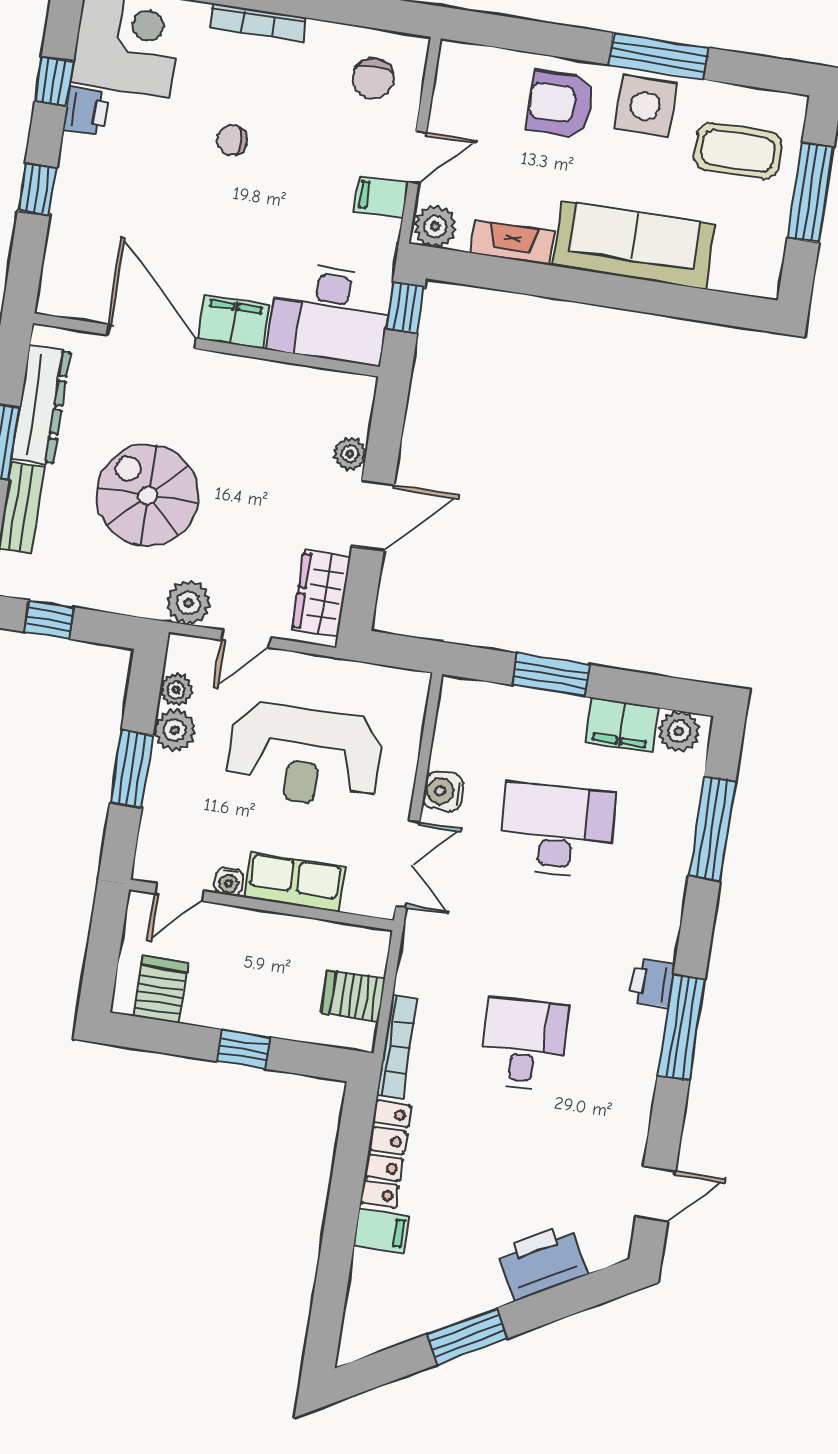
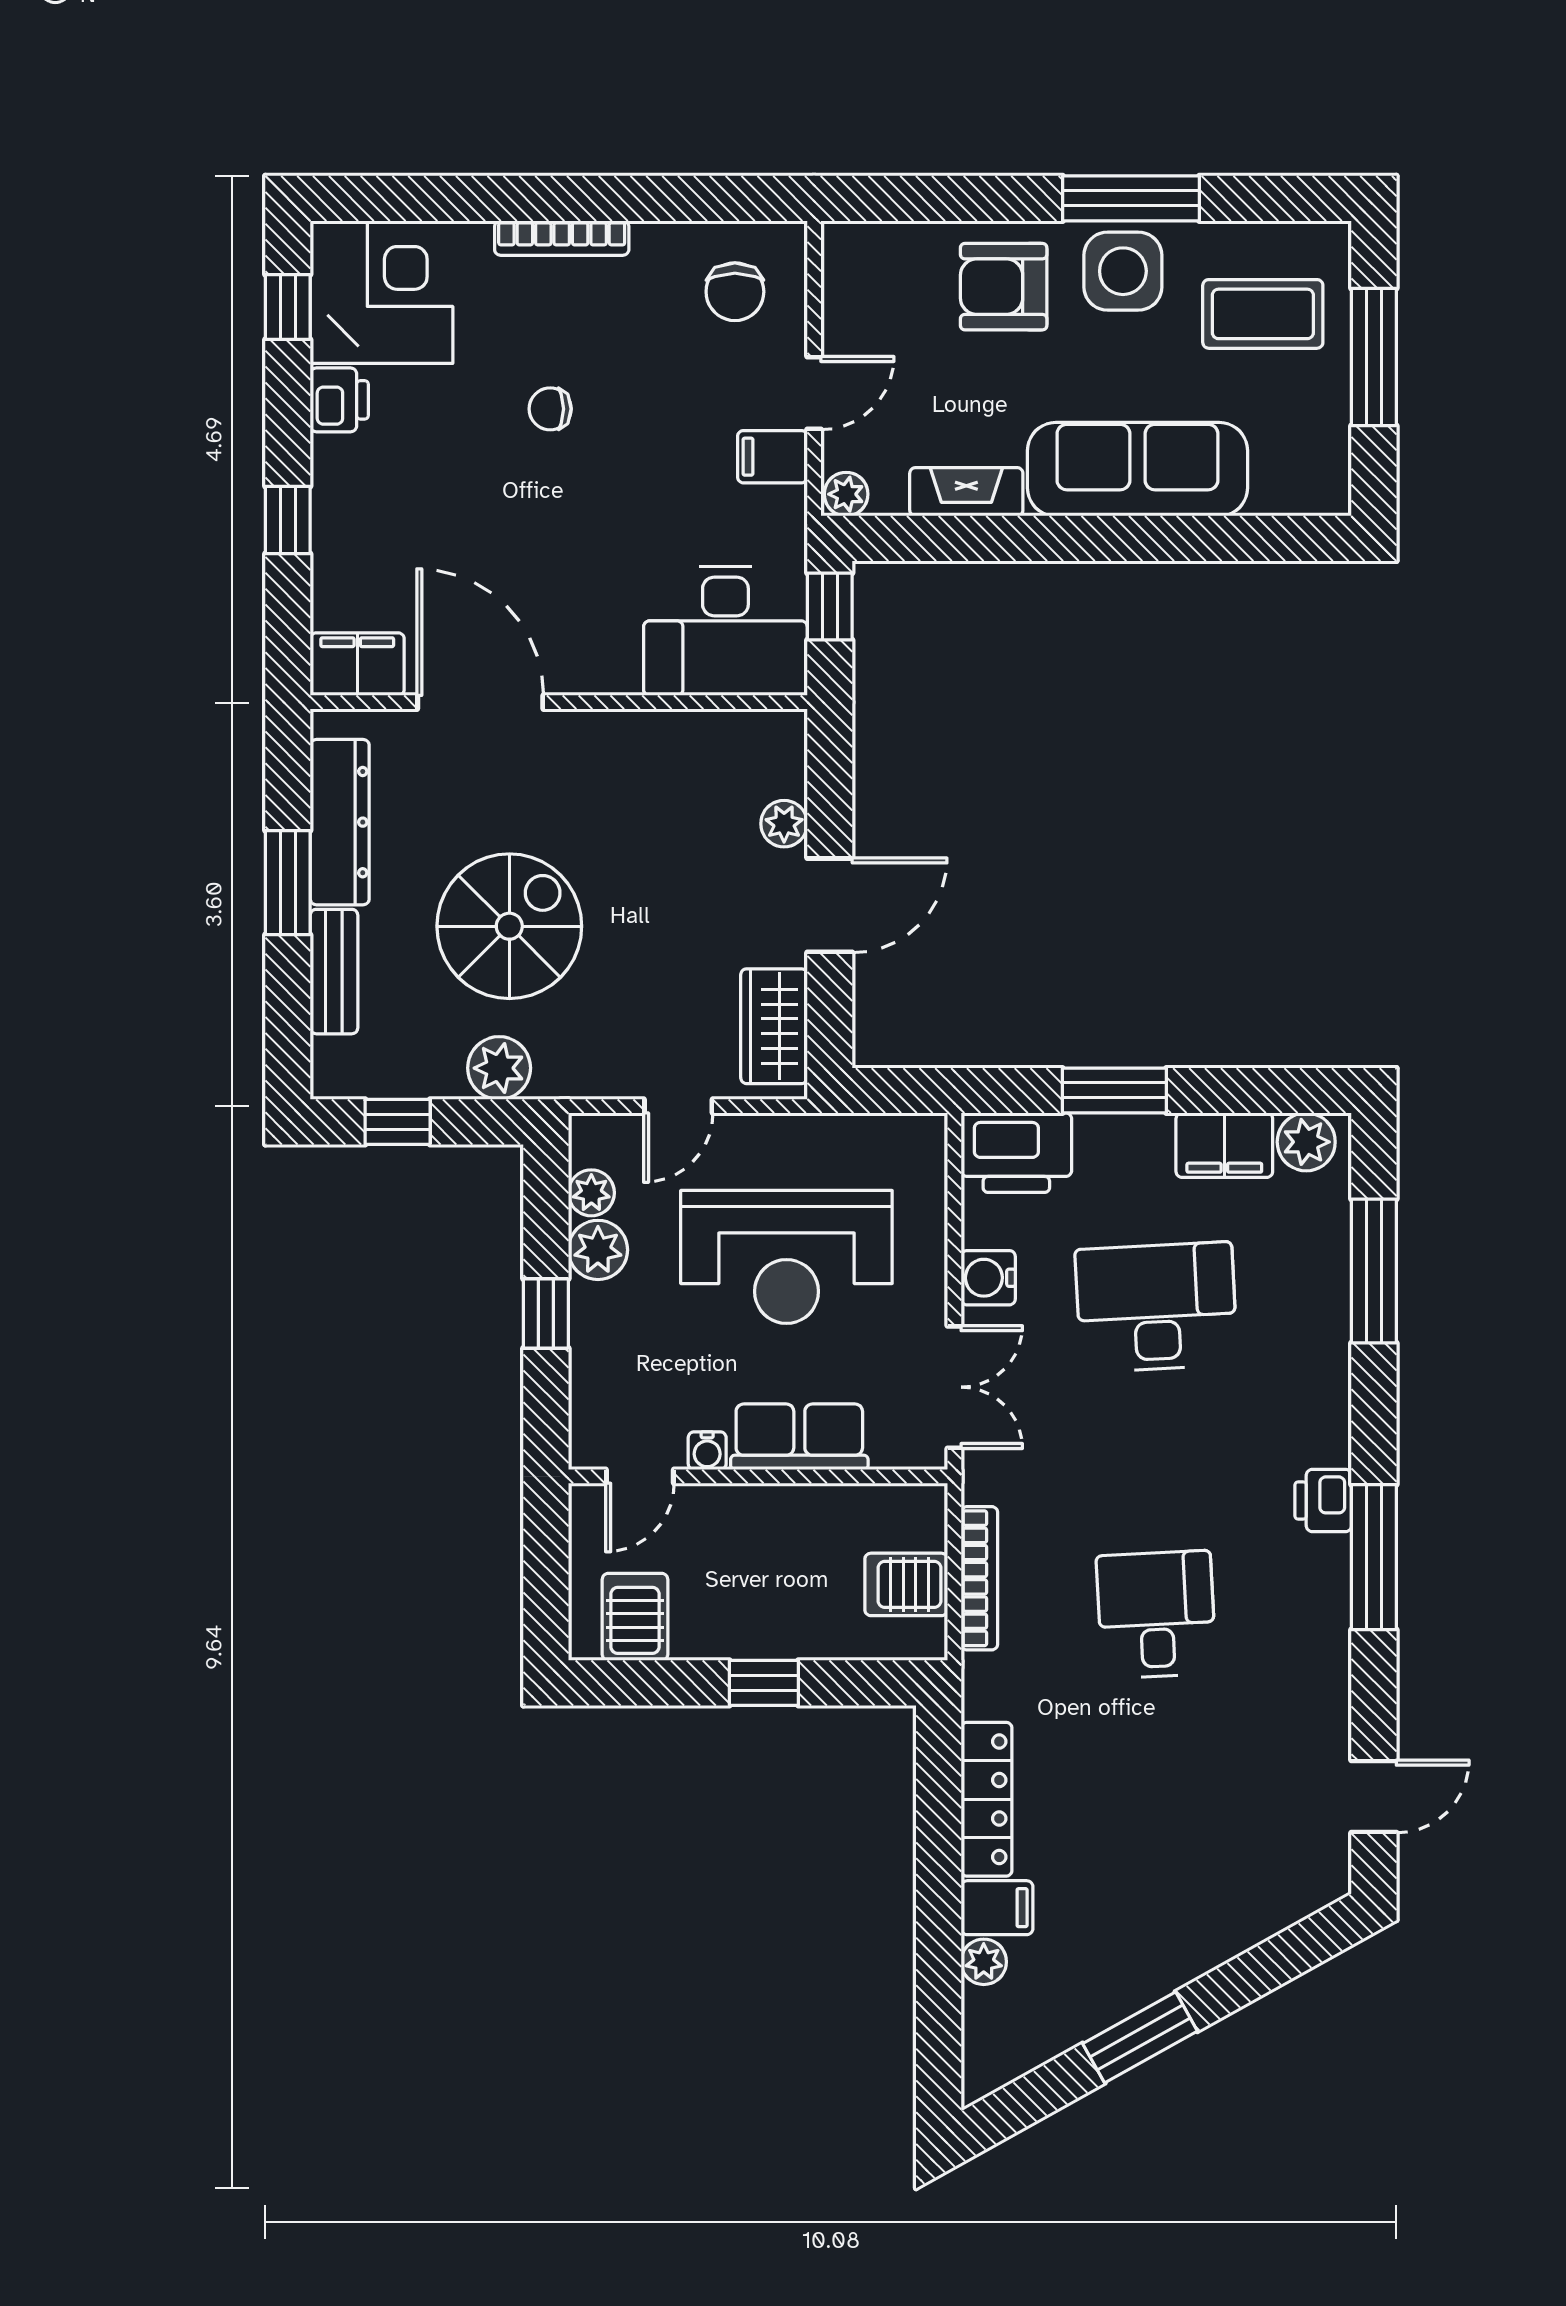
window: (54, 81) -> (288, 307), moved
plant: (435, 226) -> (846, 494), width x0.73, depth x0.73
filing cabinet: (234, 322) -> (357, 664), moved
spiral stairs: (148, 495) -> (509, 926), turned 90
plant: (189, 603) -> (499, 1068), moved
window: (132, 769) -> (546, 1314), width x0.67
bookcase: (397, 1047) -> (979, 1578), moved
printer: (542, 1262) -> (1016, 1153), moved, turned -151
plant: (366, 1267) -> (984, 1962), added

